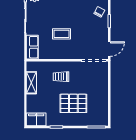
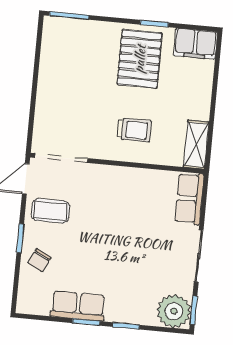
coffee table: (61, 34) -> (50, 211), moved
shelving: (31, 83) -> (196, 145), moved
pallet: (73, 103) -> (140, 59), moved, turned 90

